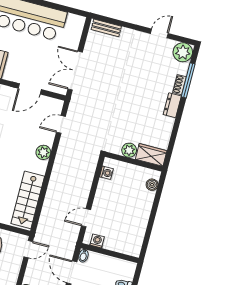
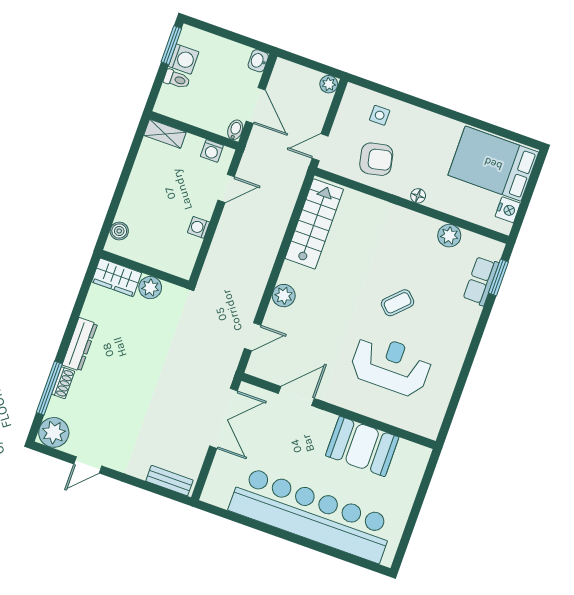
dresser: (172, 105) -> (80, 344), width x1.44
washing machine: (106, 173) -> (198, 227), moved
shelving: (128, 249) -> (165, 134), added

